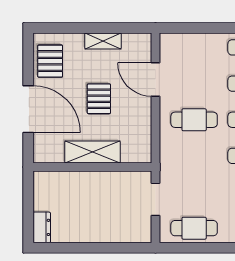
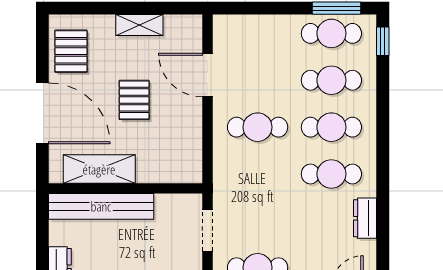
shelving: (93, 152) -> (99, 169), moved
bench: (73, 181) -> (101, 206), added

